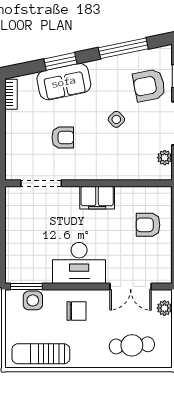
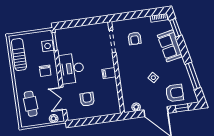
window: (60, 61) -> (176, 28), moved
armchair: (149, 85) -> (175, 93), turned 101
armchair: (63, 137) -> (135, 38), moved
filing cabinet: (97, 198) -> (109, 73), width x0.50
armchair: (148, 225) -> (87, 99), moved

